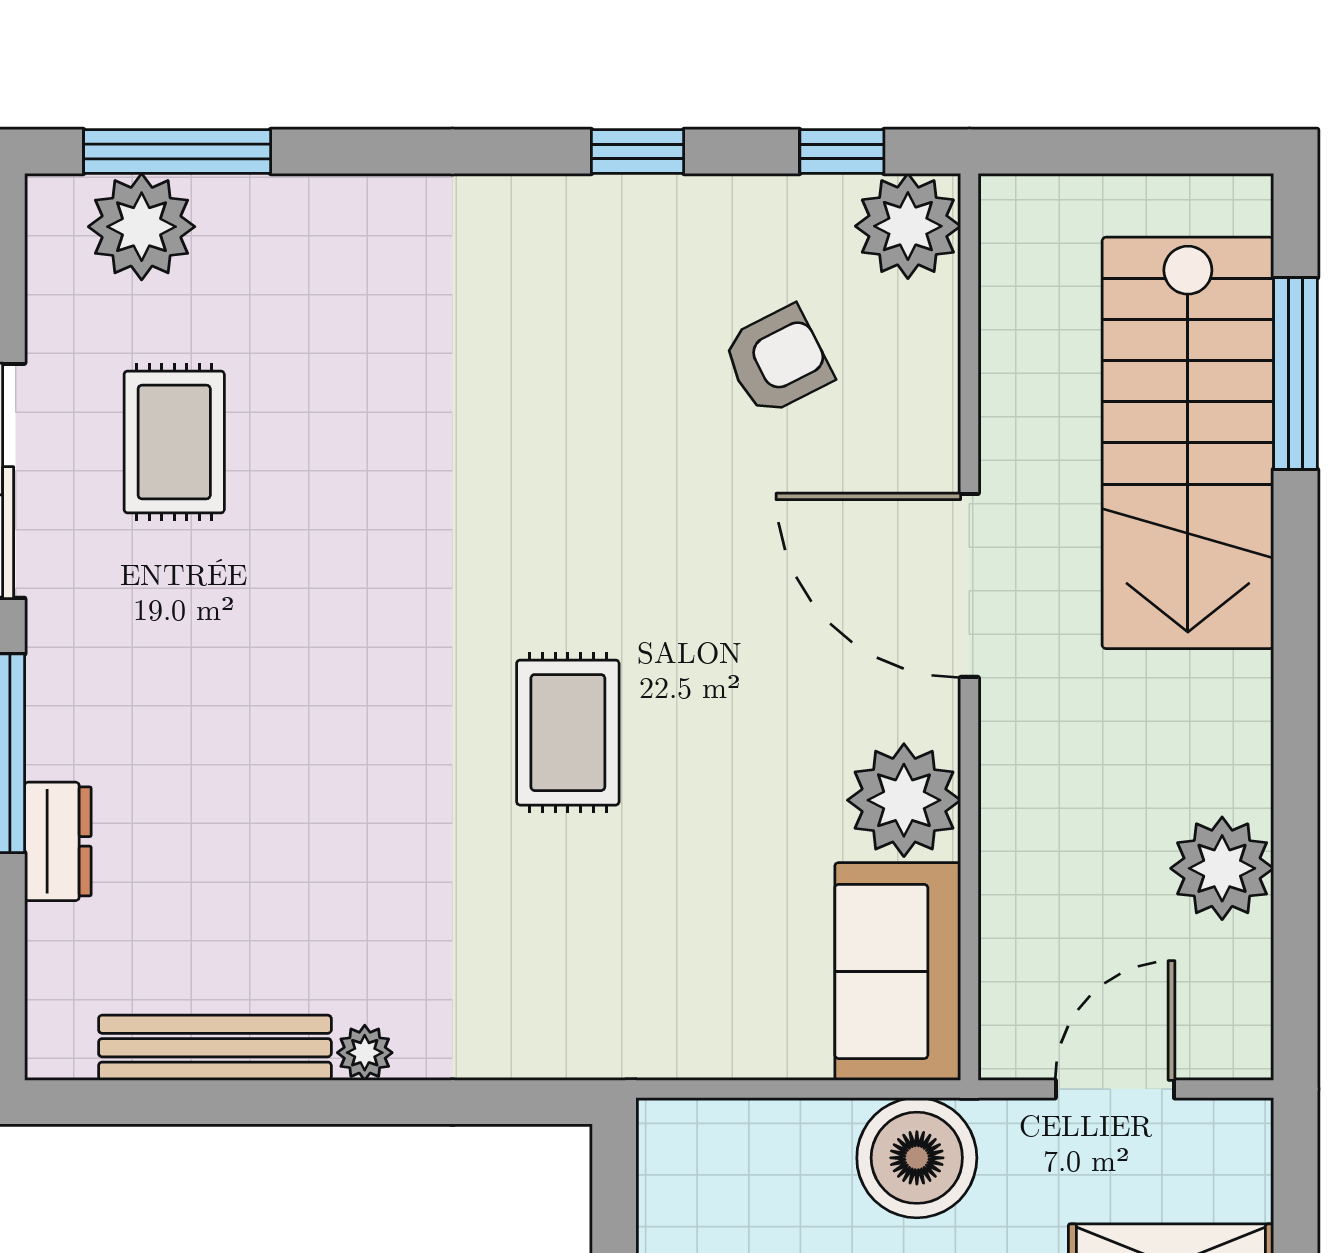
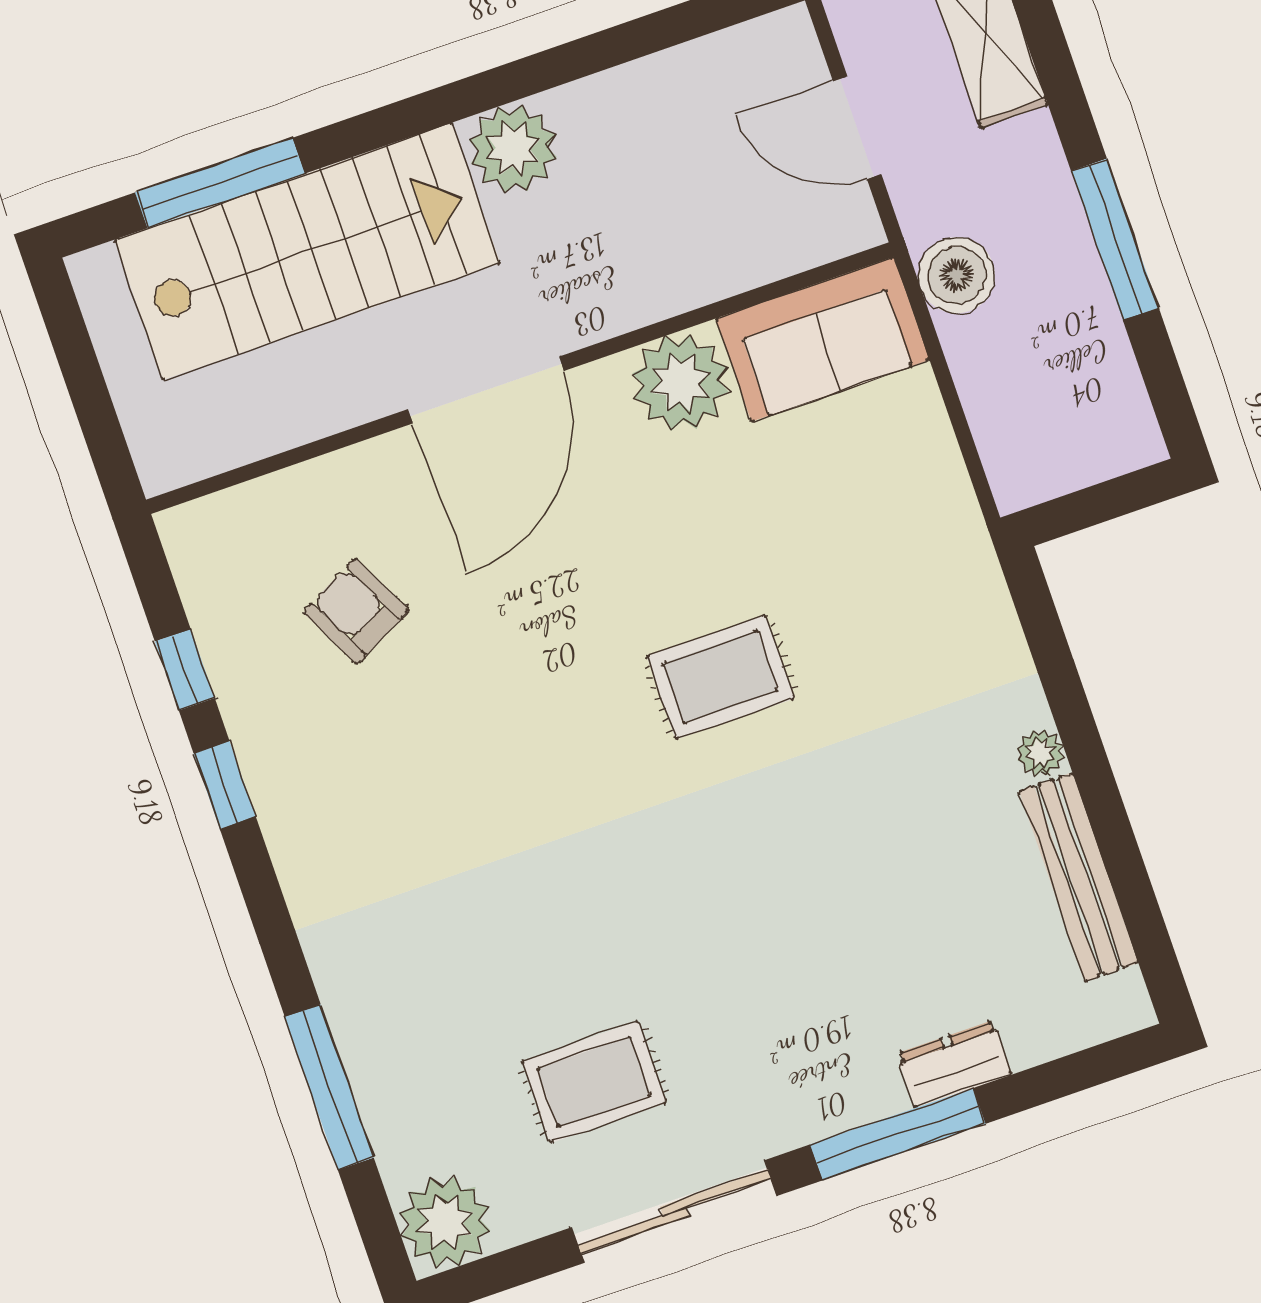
window: (177, 151) -> (329, 1087), moved
window: (842, 151) -> (185, 670), moved
plant: (908, 226) -> (209, 542), removed
plant: (142, 227) -> (445, 1222), moved
plant: (1222, 868) -> (513, 149), moved
boiler: (917, 1158) -> (957, 275), width x0.73, depth x0.73

